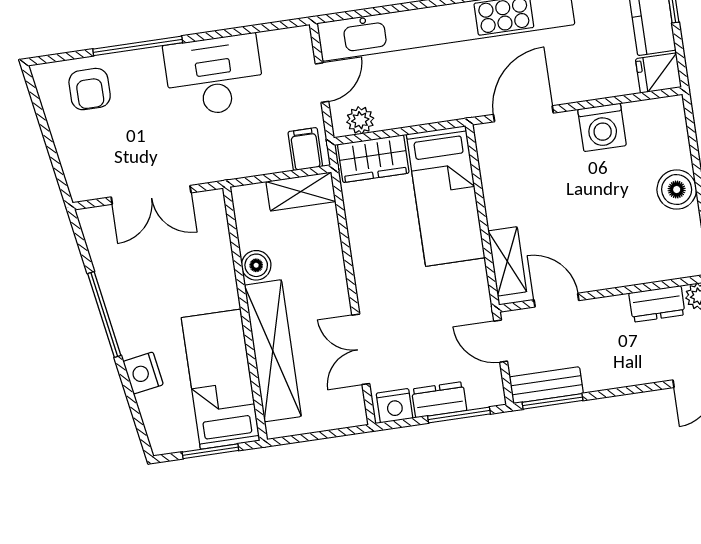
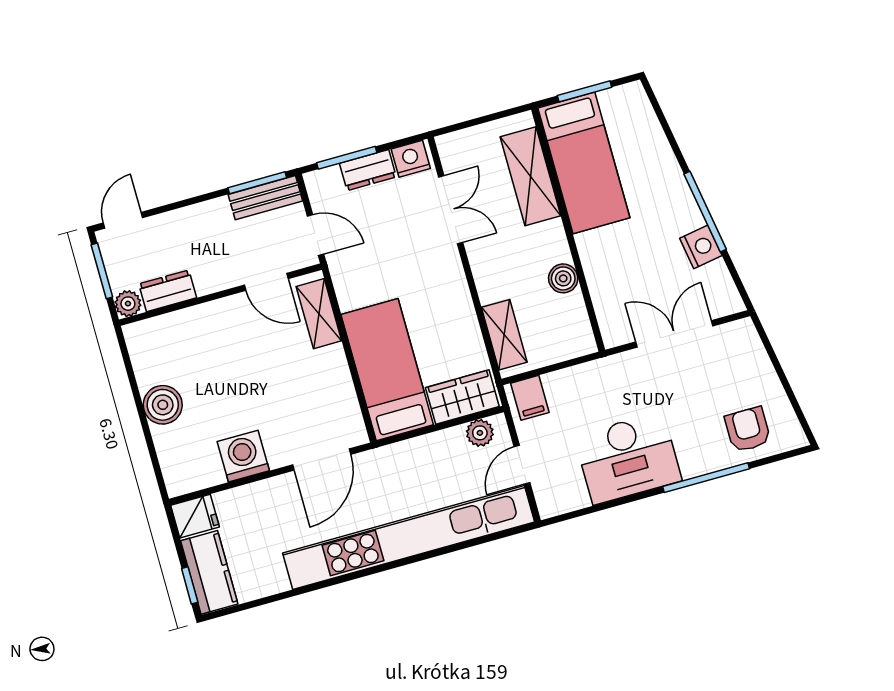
shelving: (301, 192) -> (504, 335), moved, turned 90
shelving: (273, 351) -> (531, 176), width x0.68
nightstand: (143, 373) -> (701, 247), moved

